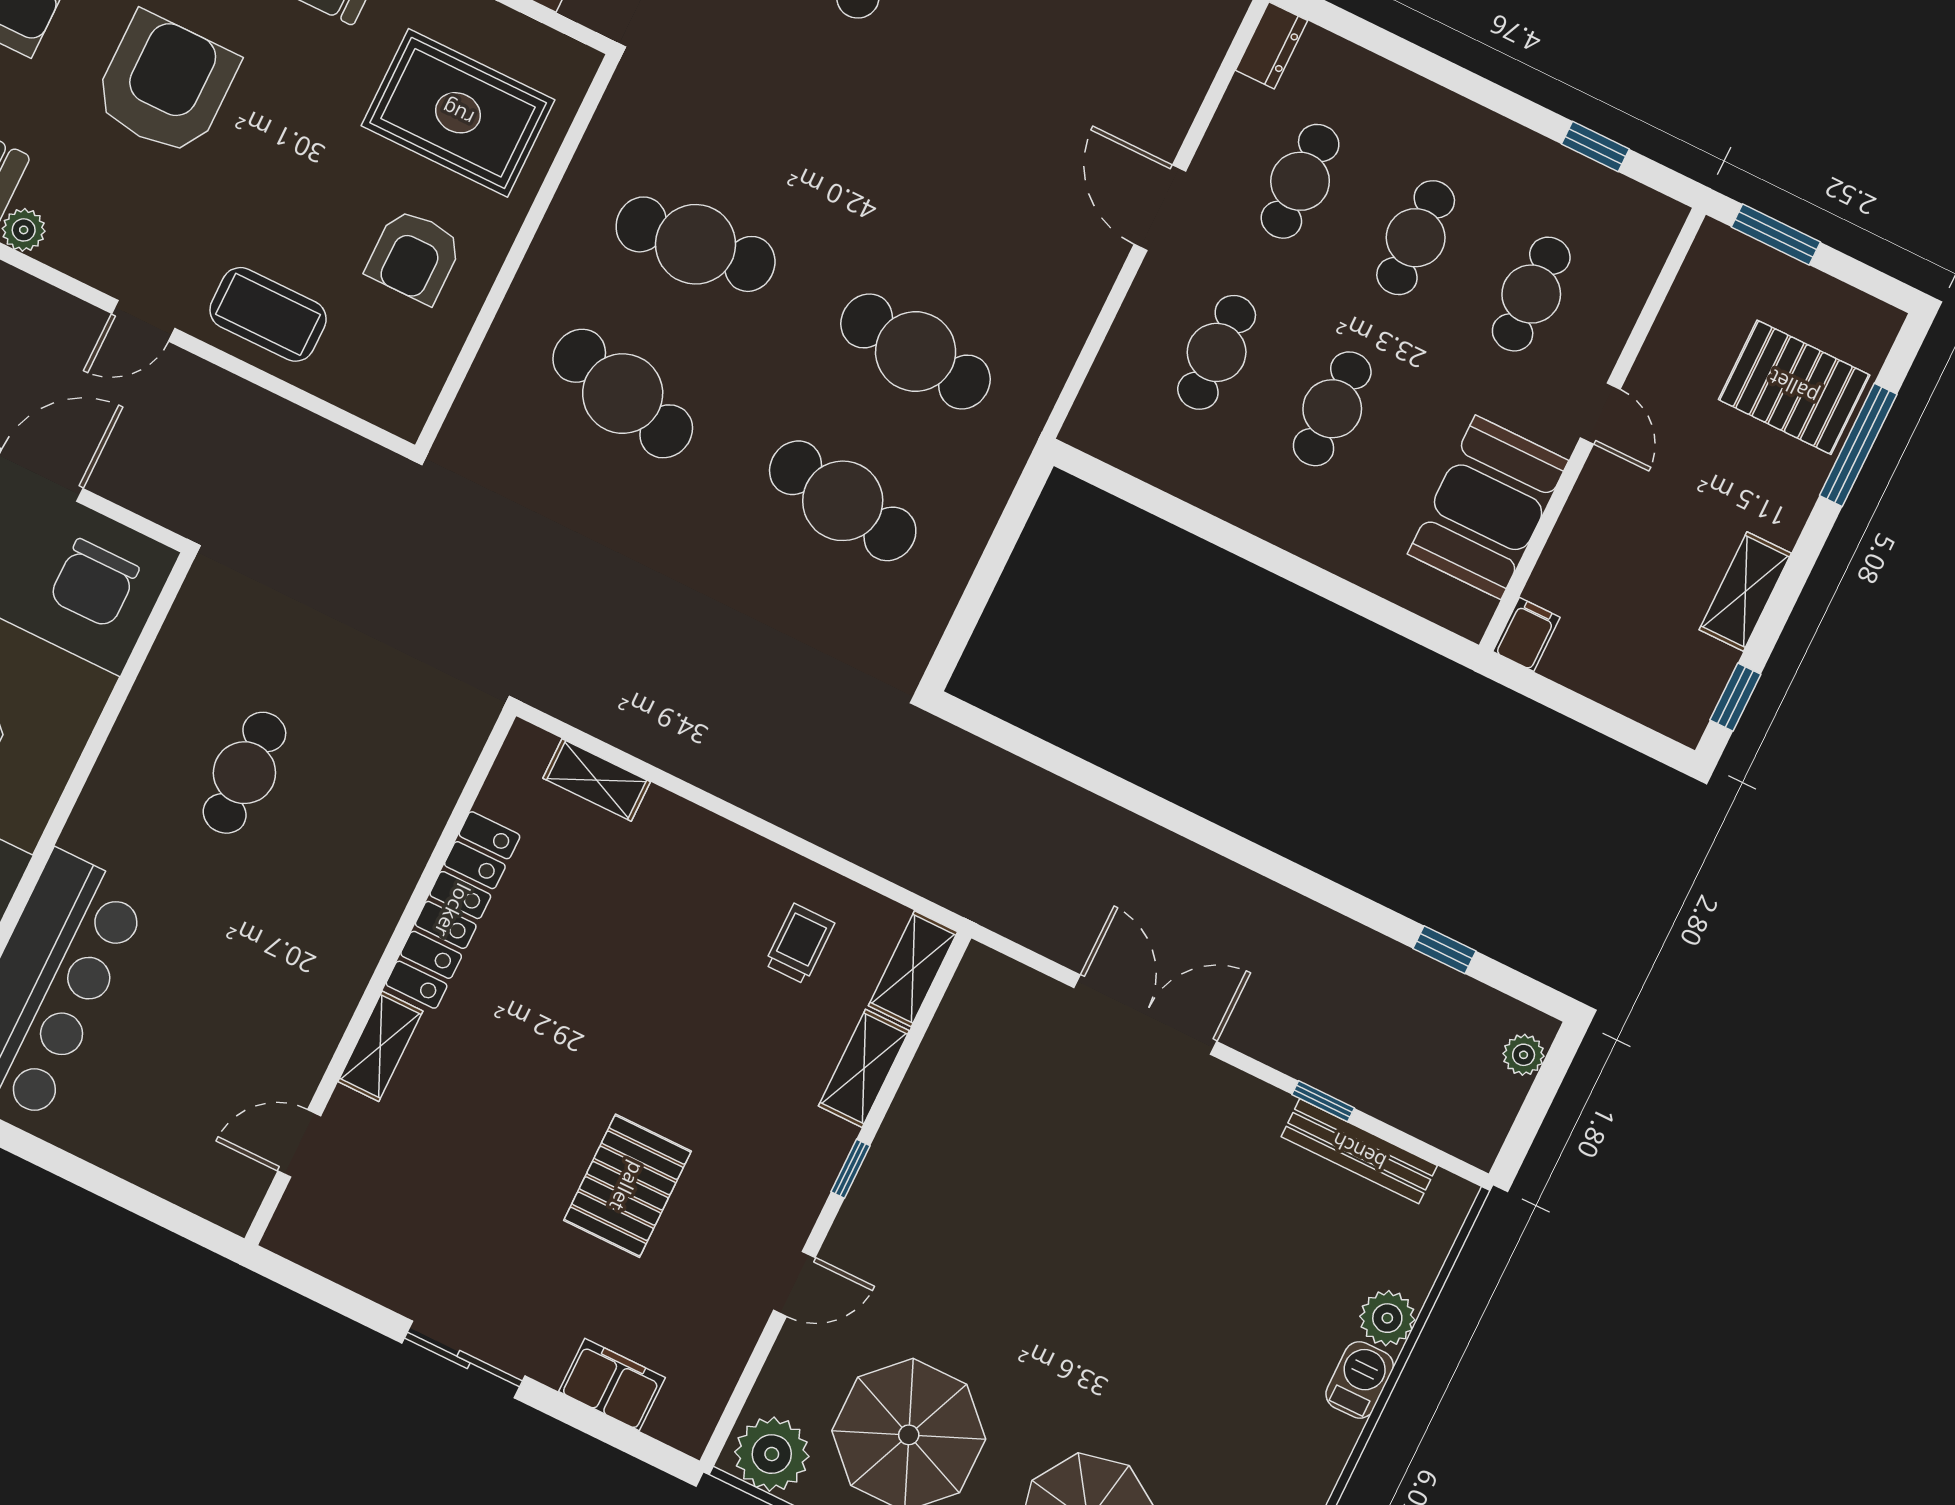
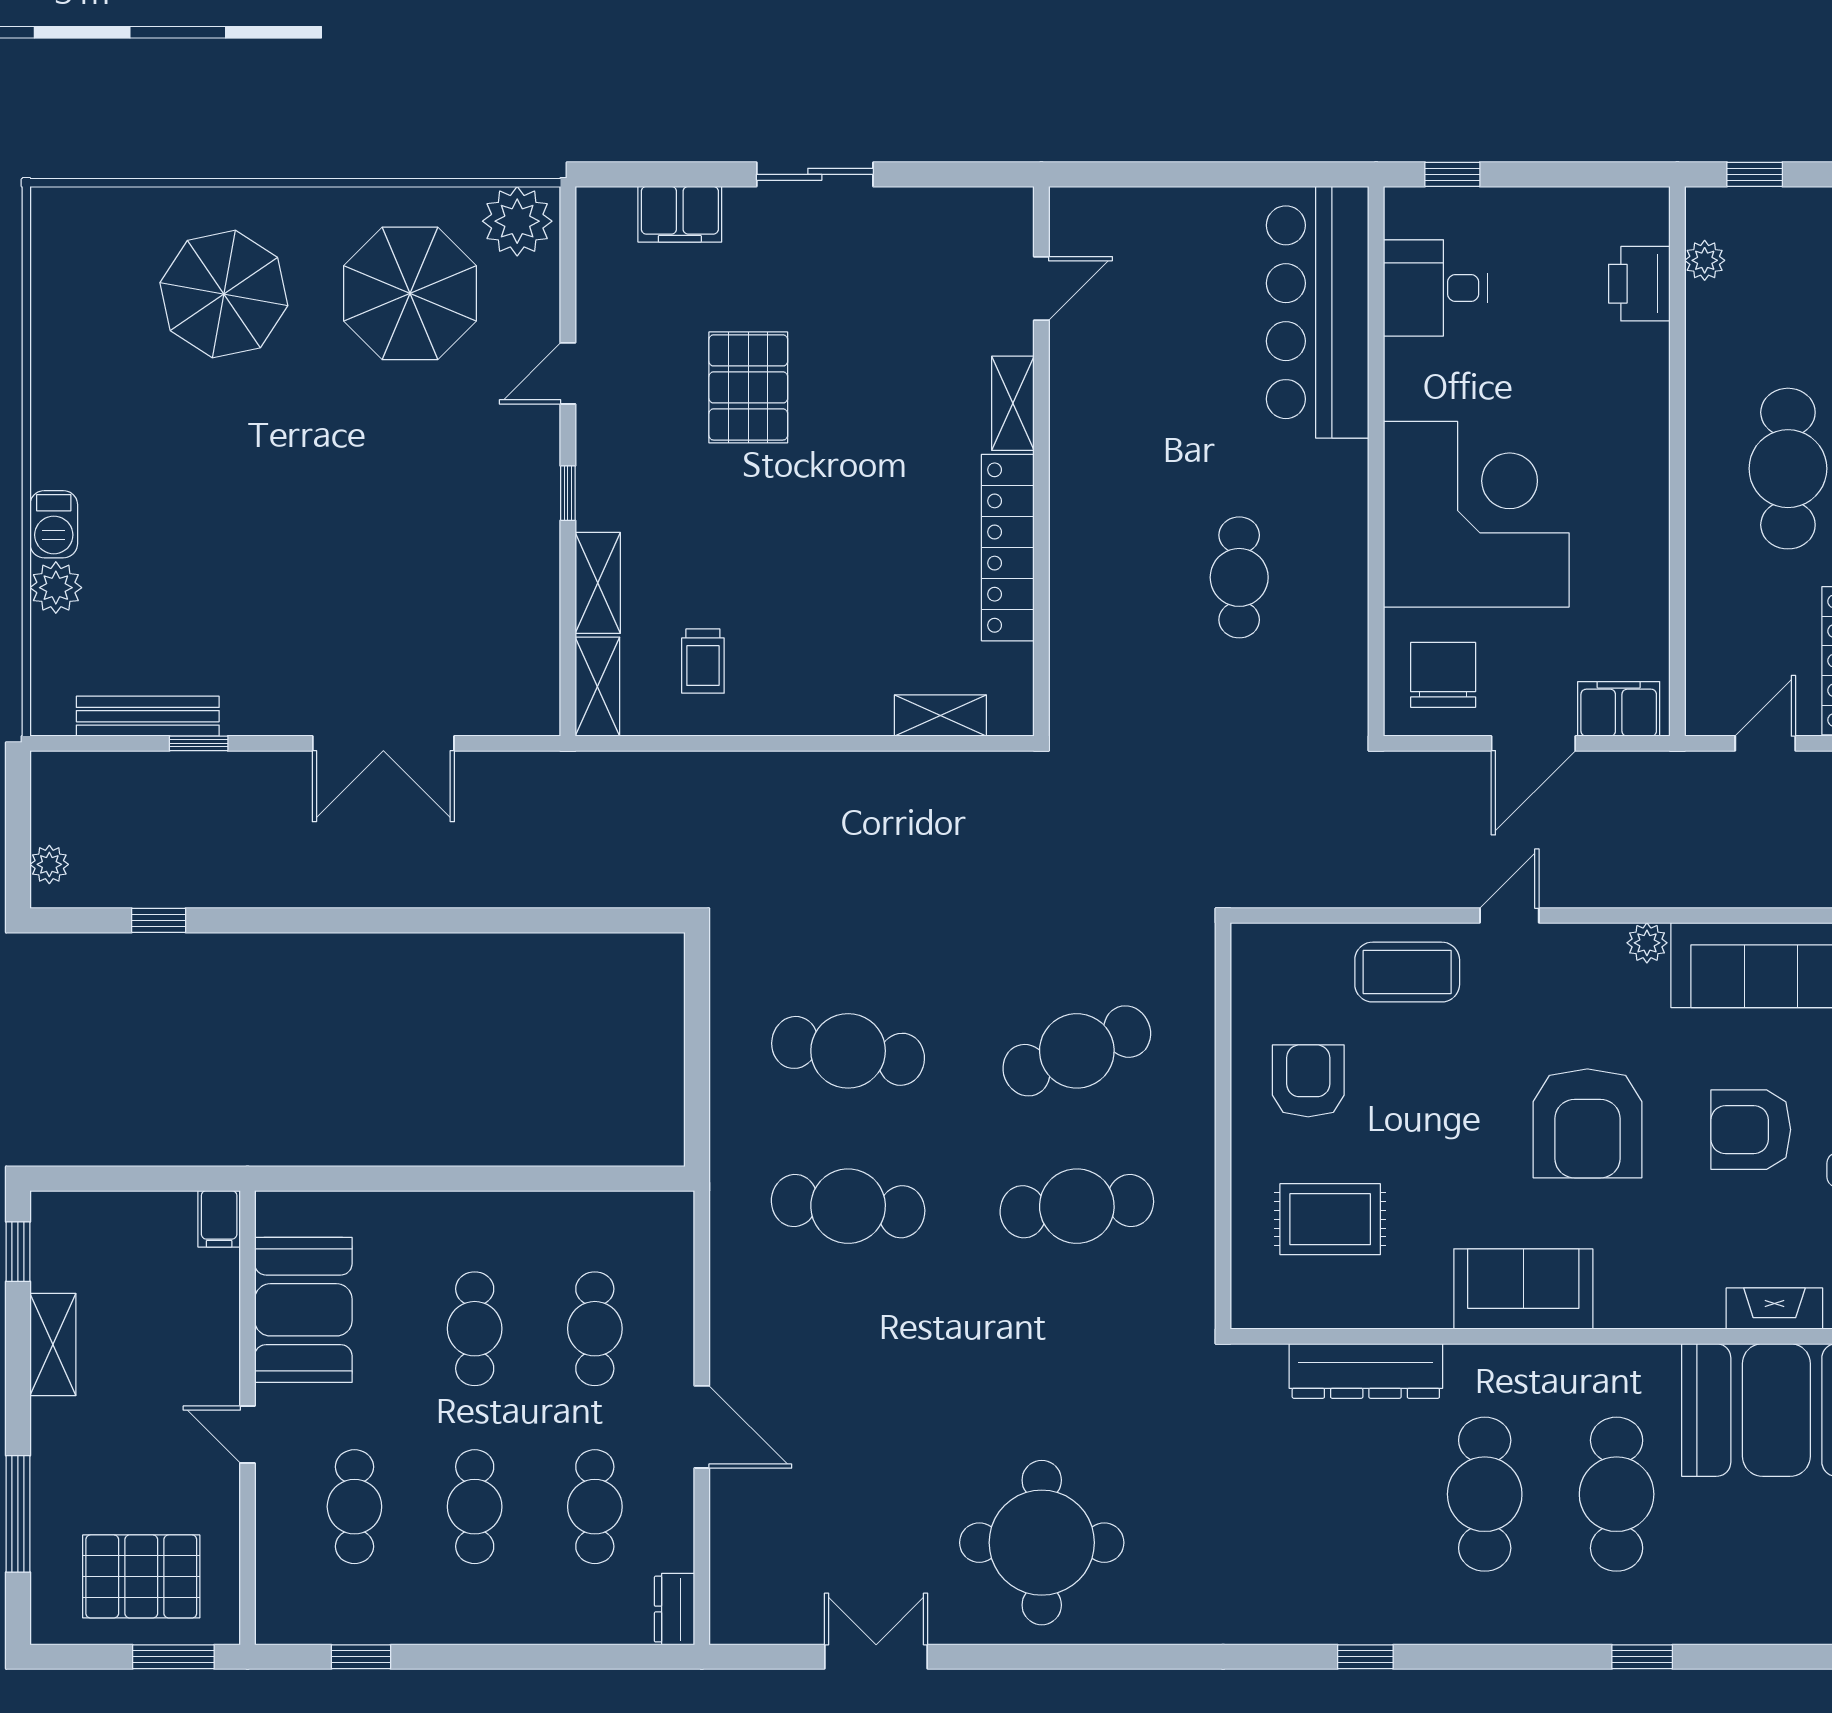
rug: (458, 113) -> (1330, 1219), width x0.73, depth x0.70
pallet: (1794, 387) -> (141, 1576), moved
cafe table: (623, 394) -> (1077, 1051), turned -36

